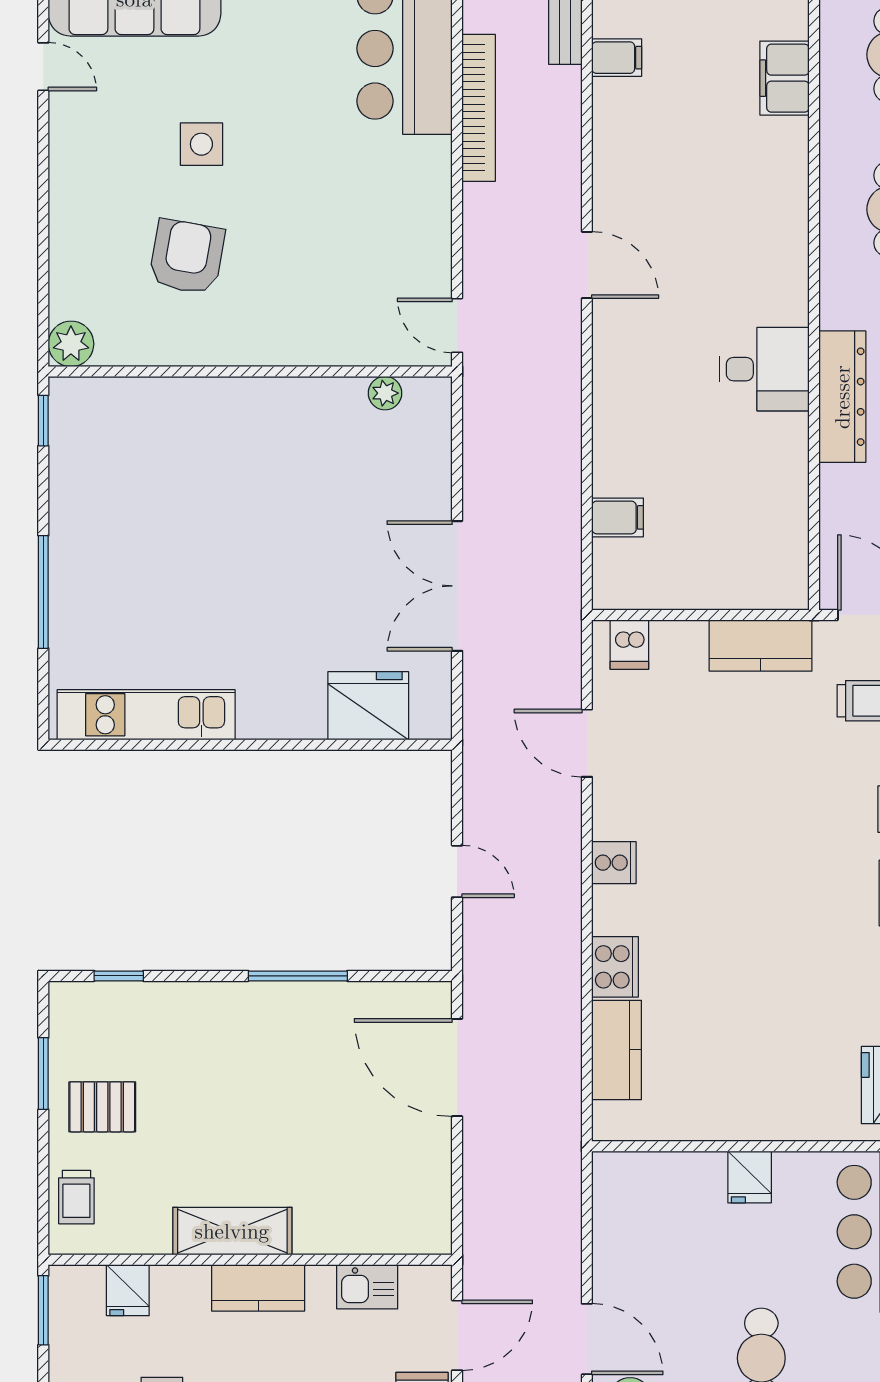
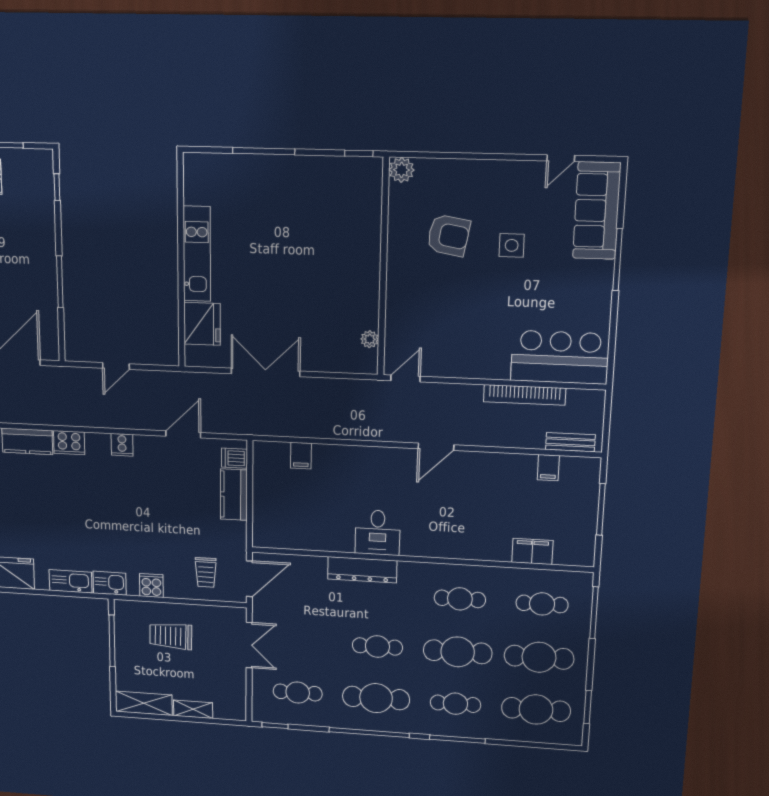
kitchen counter: (761, 645) -> (234, 495), moved
kitchen unit: (146, 715) -> (197, 254), moved

